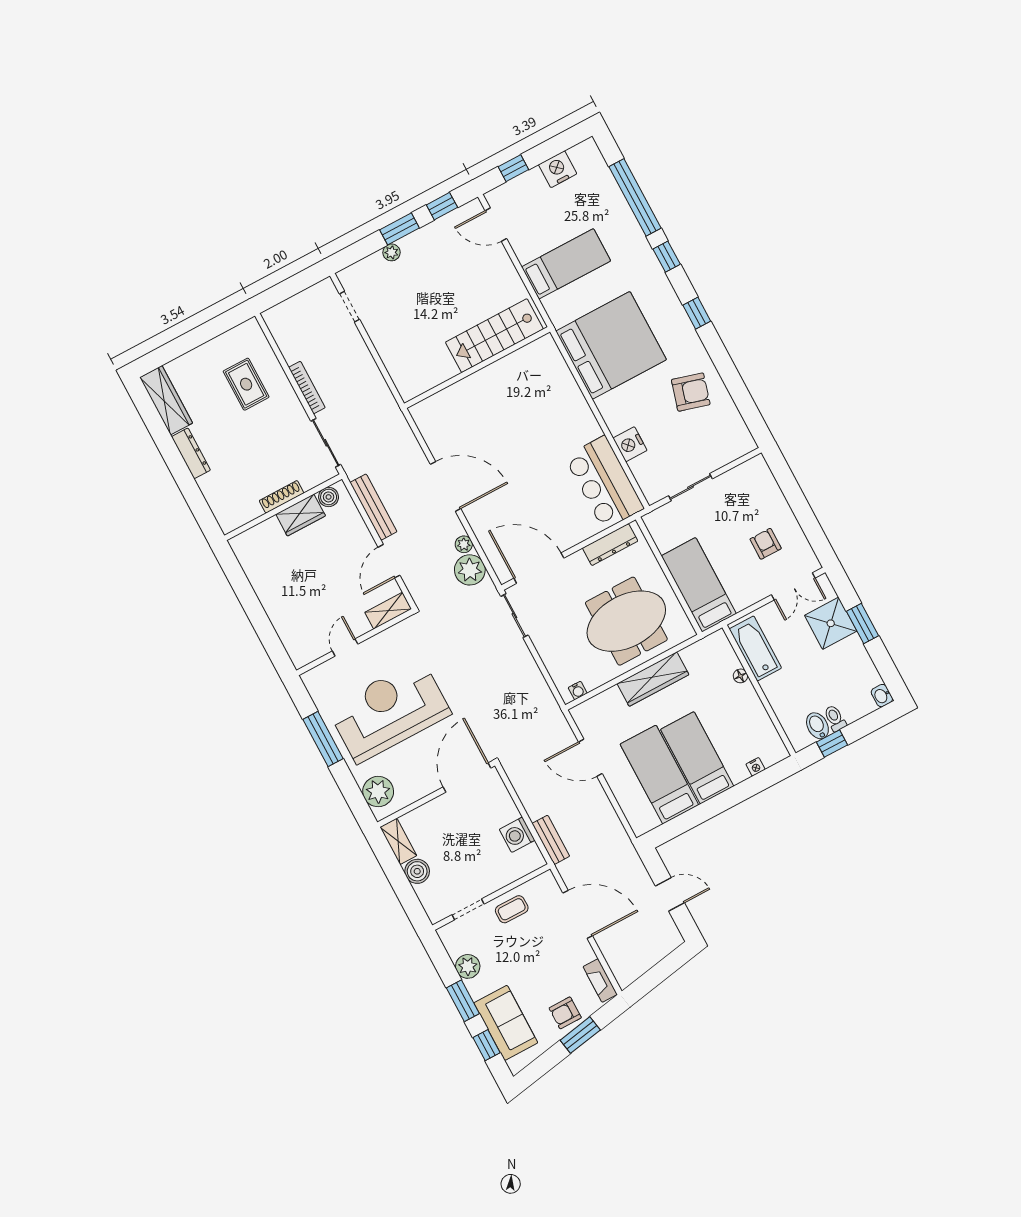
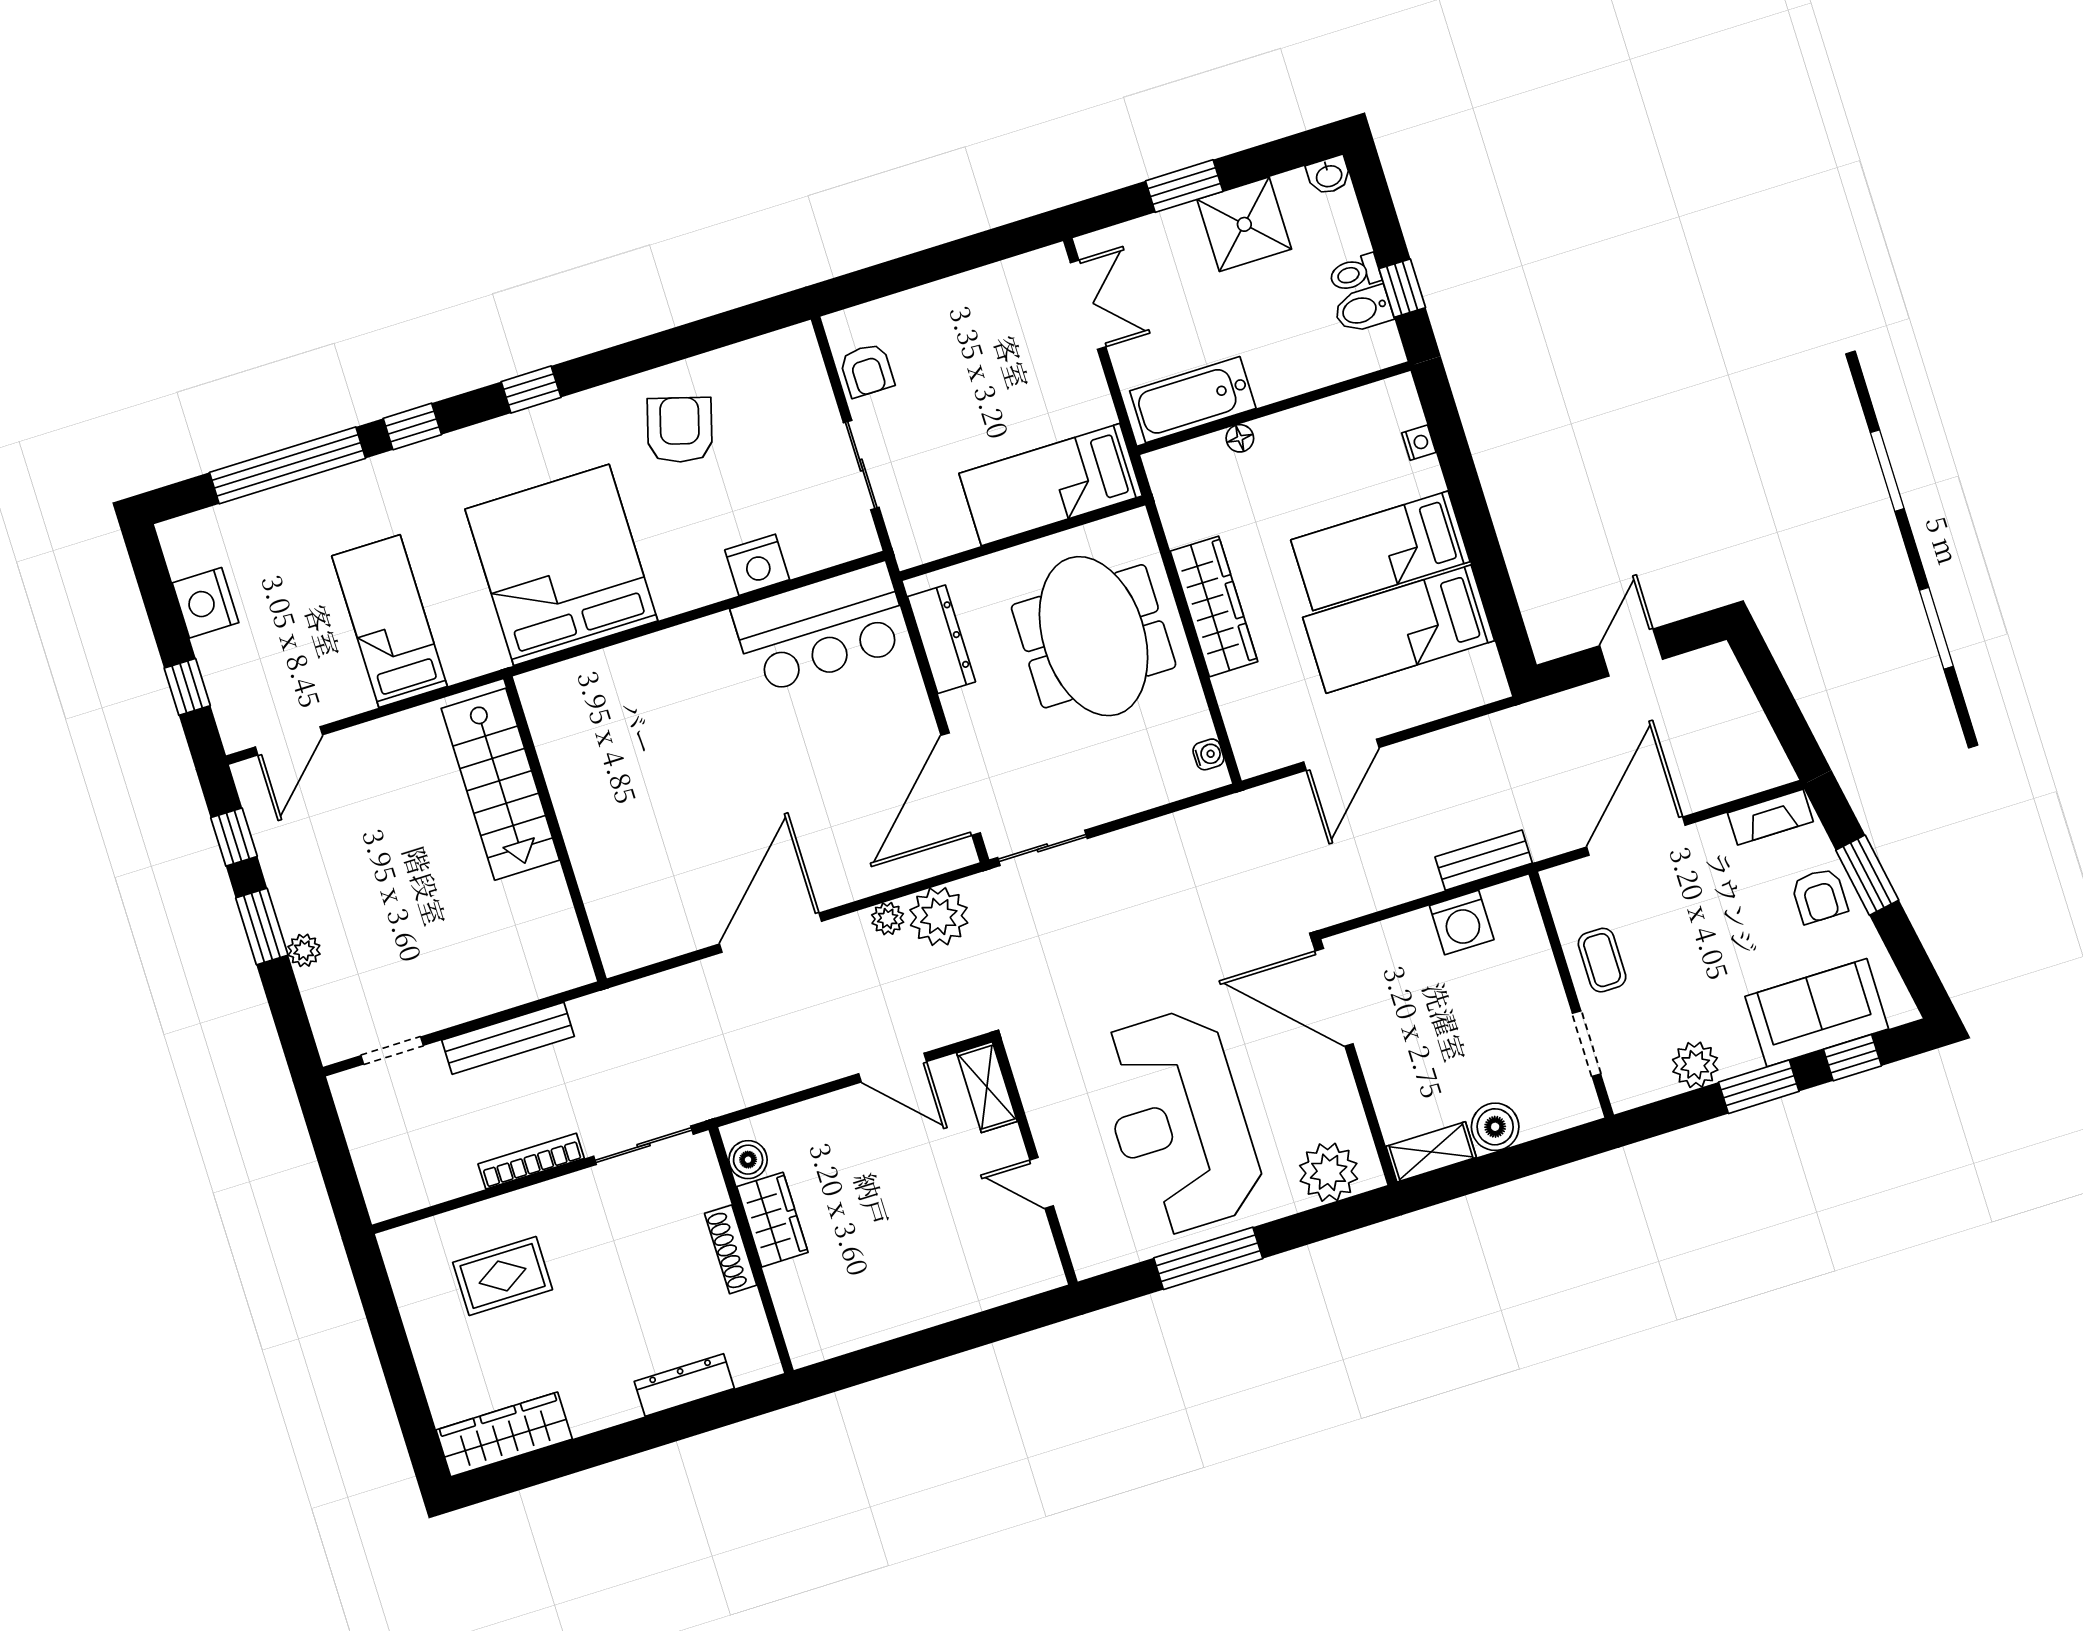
dresser: (191, 453) -> (684, 1385), moved
bench: (373, 507) -> (508, 1038), moved
armchair: (766, 544) -> (867, 370), moved, turned -90
shower: (831, 623) -> (1244, 224), moved

